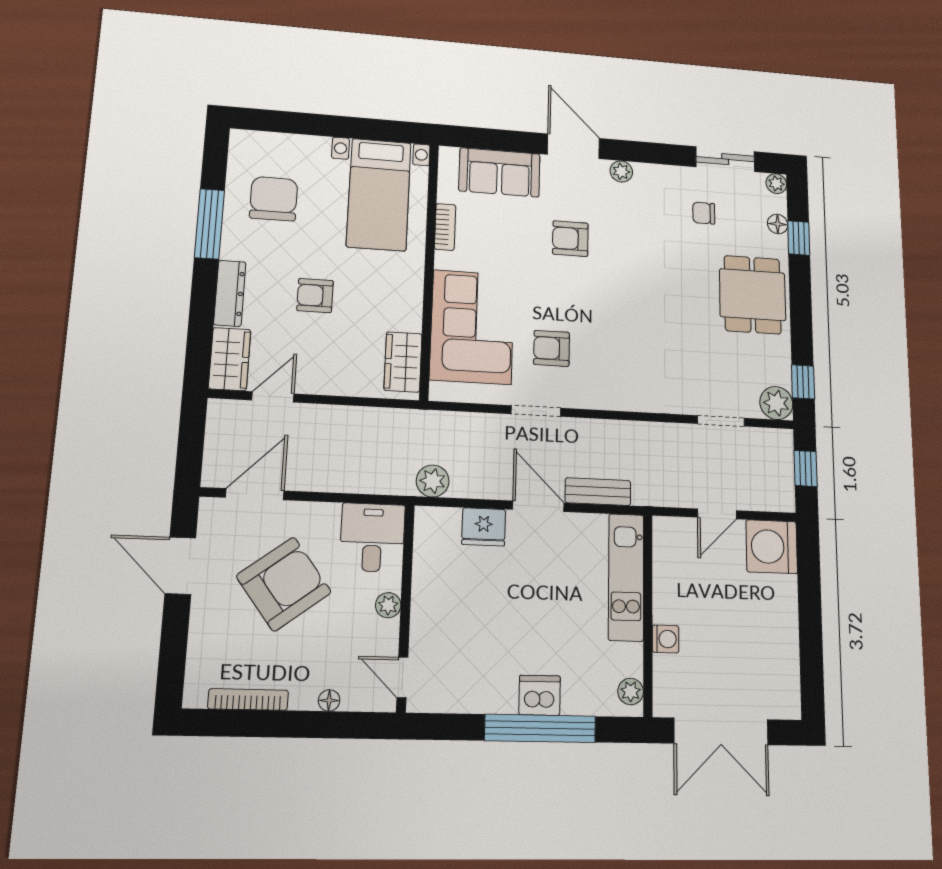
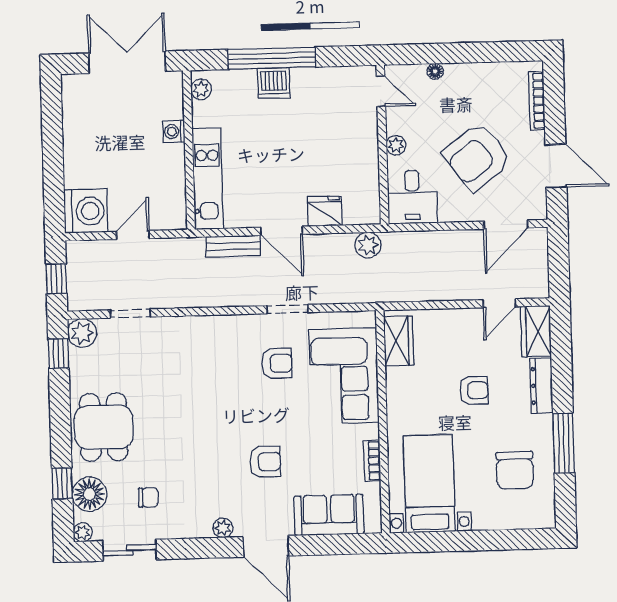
floor lamp: (778, 224) -> (89, 494), width x1.89, depth x1.89
bookcase: (248, 700) -> (537, 101), moved, turned 90

